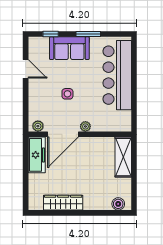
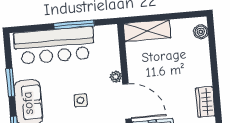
window: (134, 94) -> (74, 25), added
wardrobe: (63, 203) -> (205, 102), width x0.67

